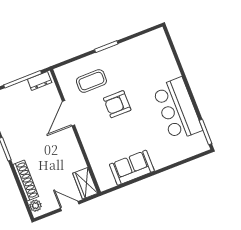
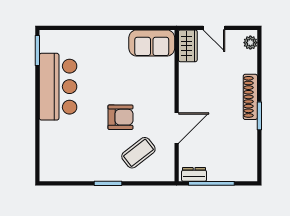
coffee table: (91, 81) -> (138, 153), turned -38
sofa: (132, 168) -> (152, 43), moved
shoe rack: (26, 181) -> (250, 97), moved

